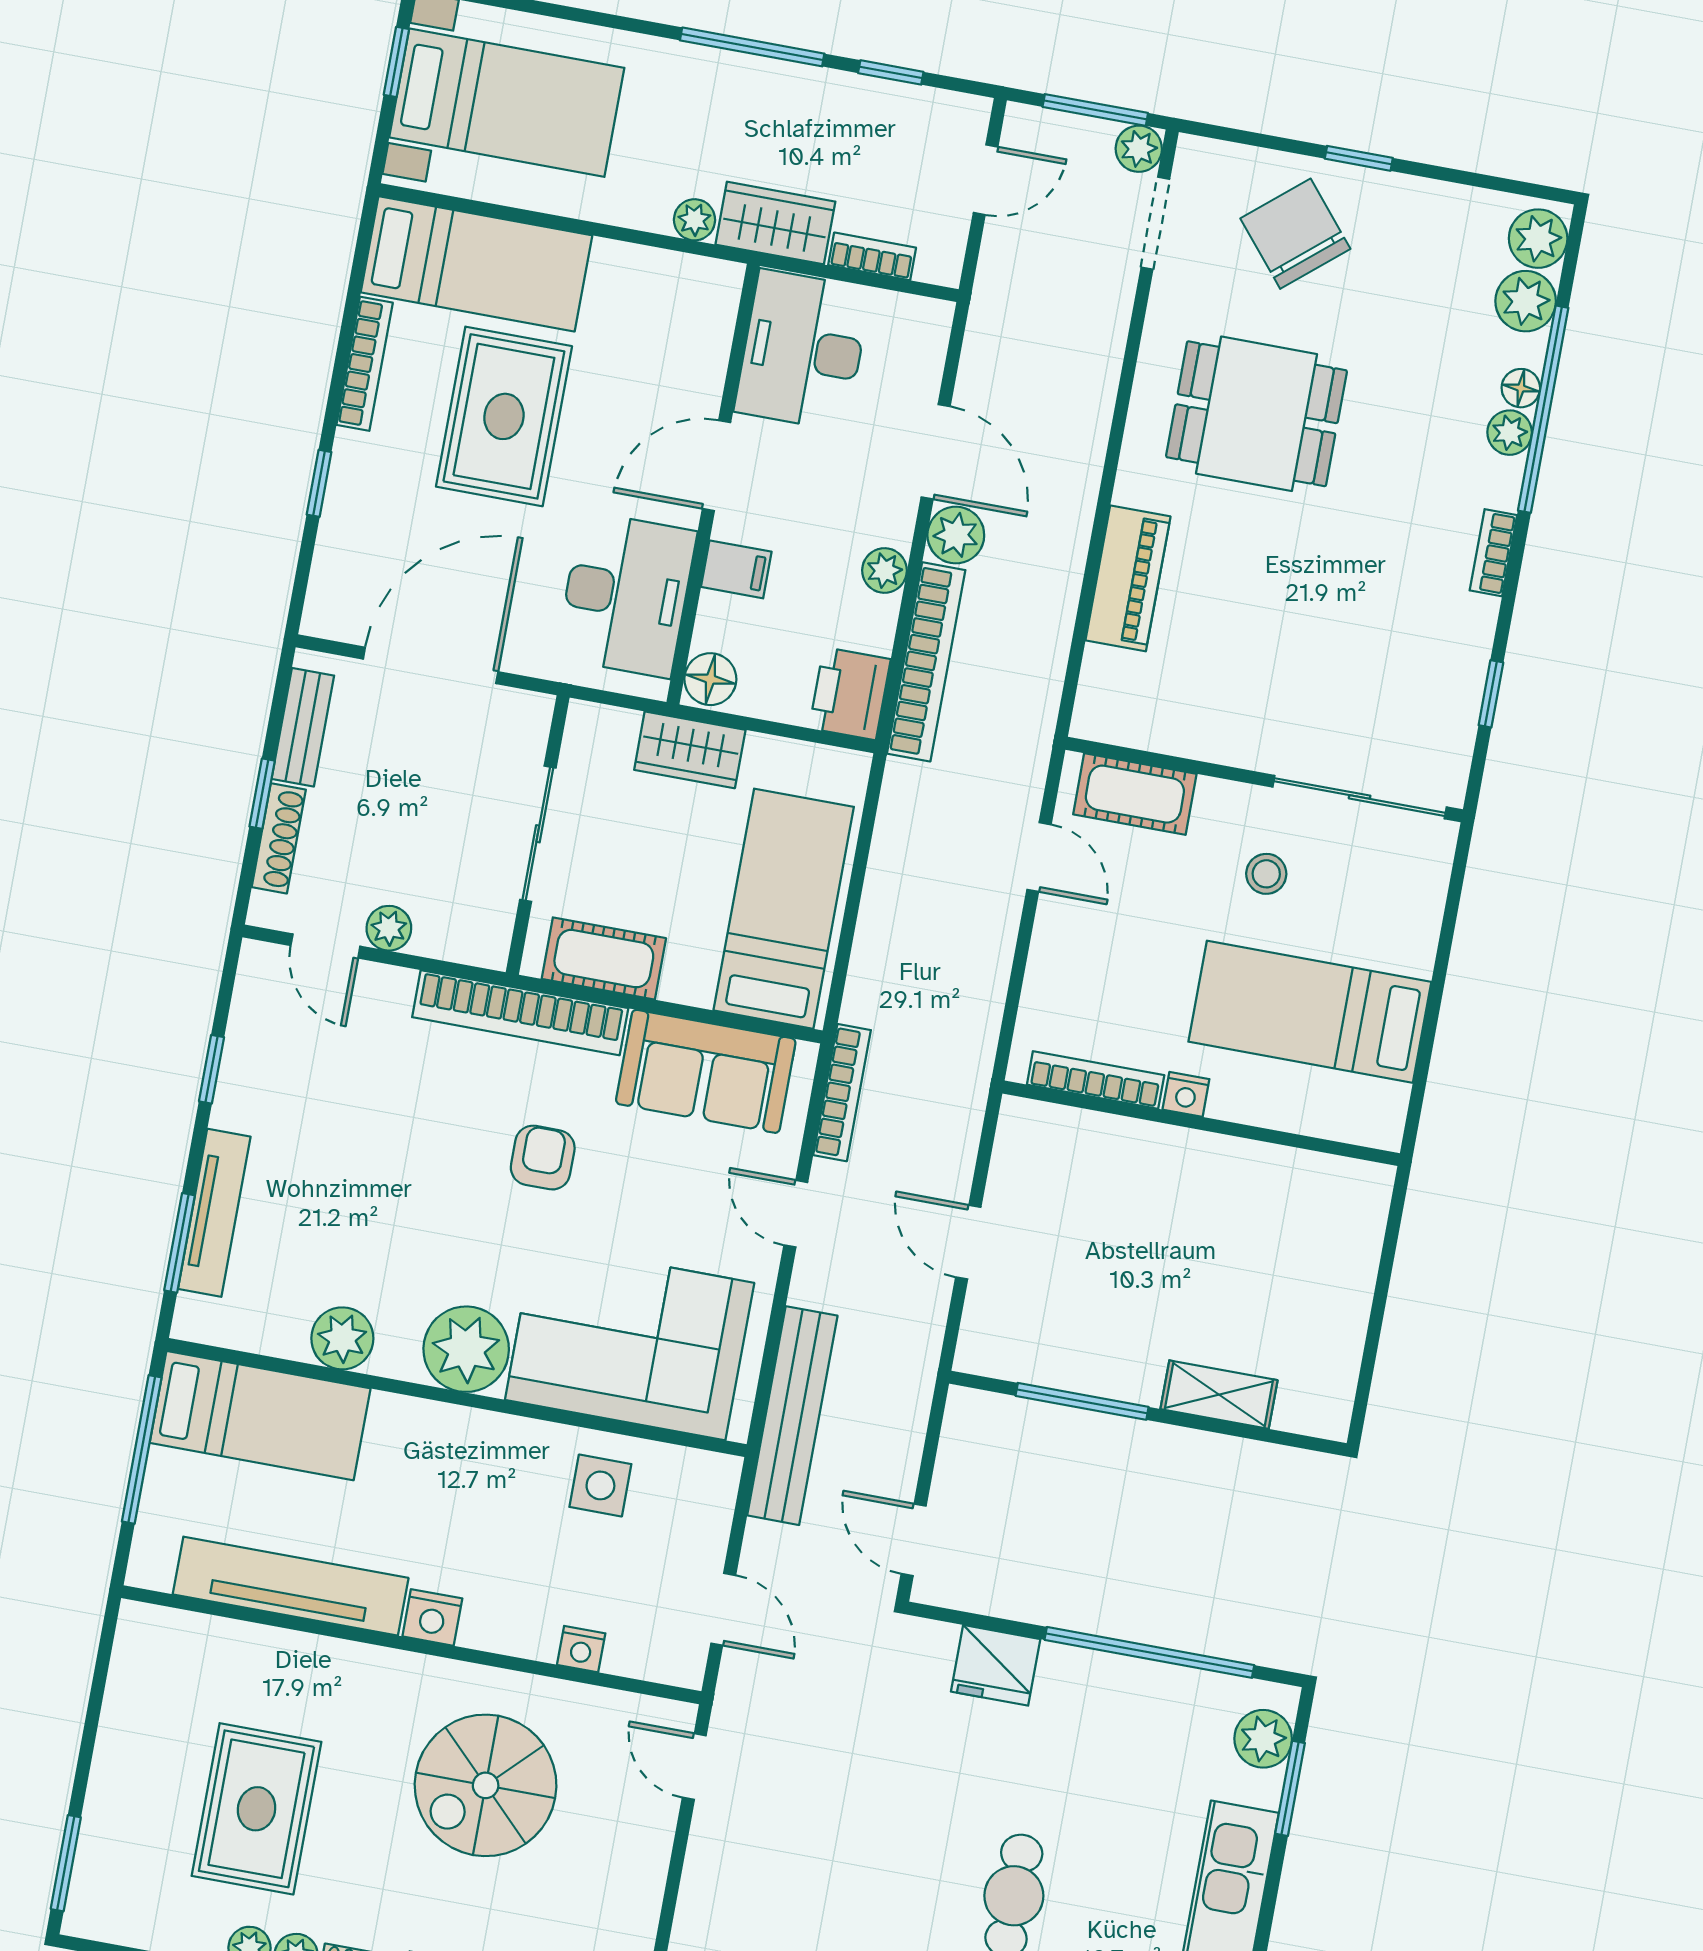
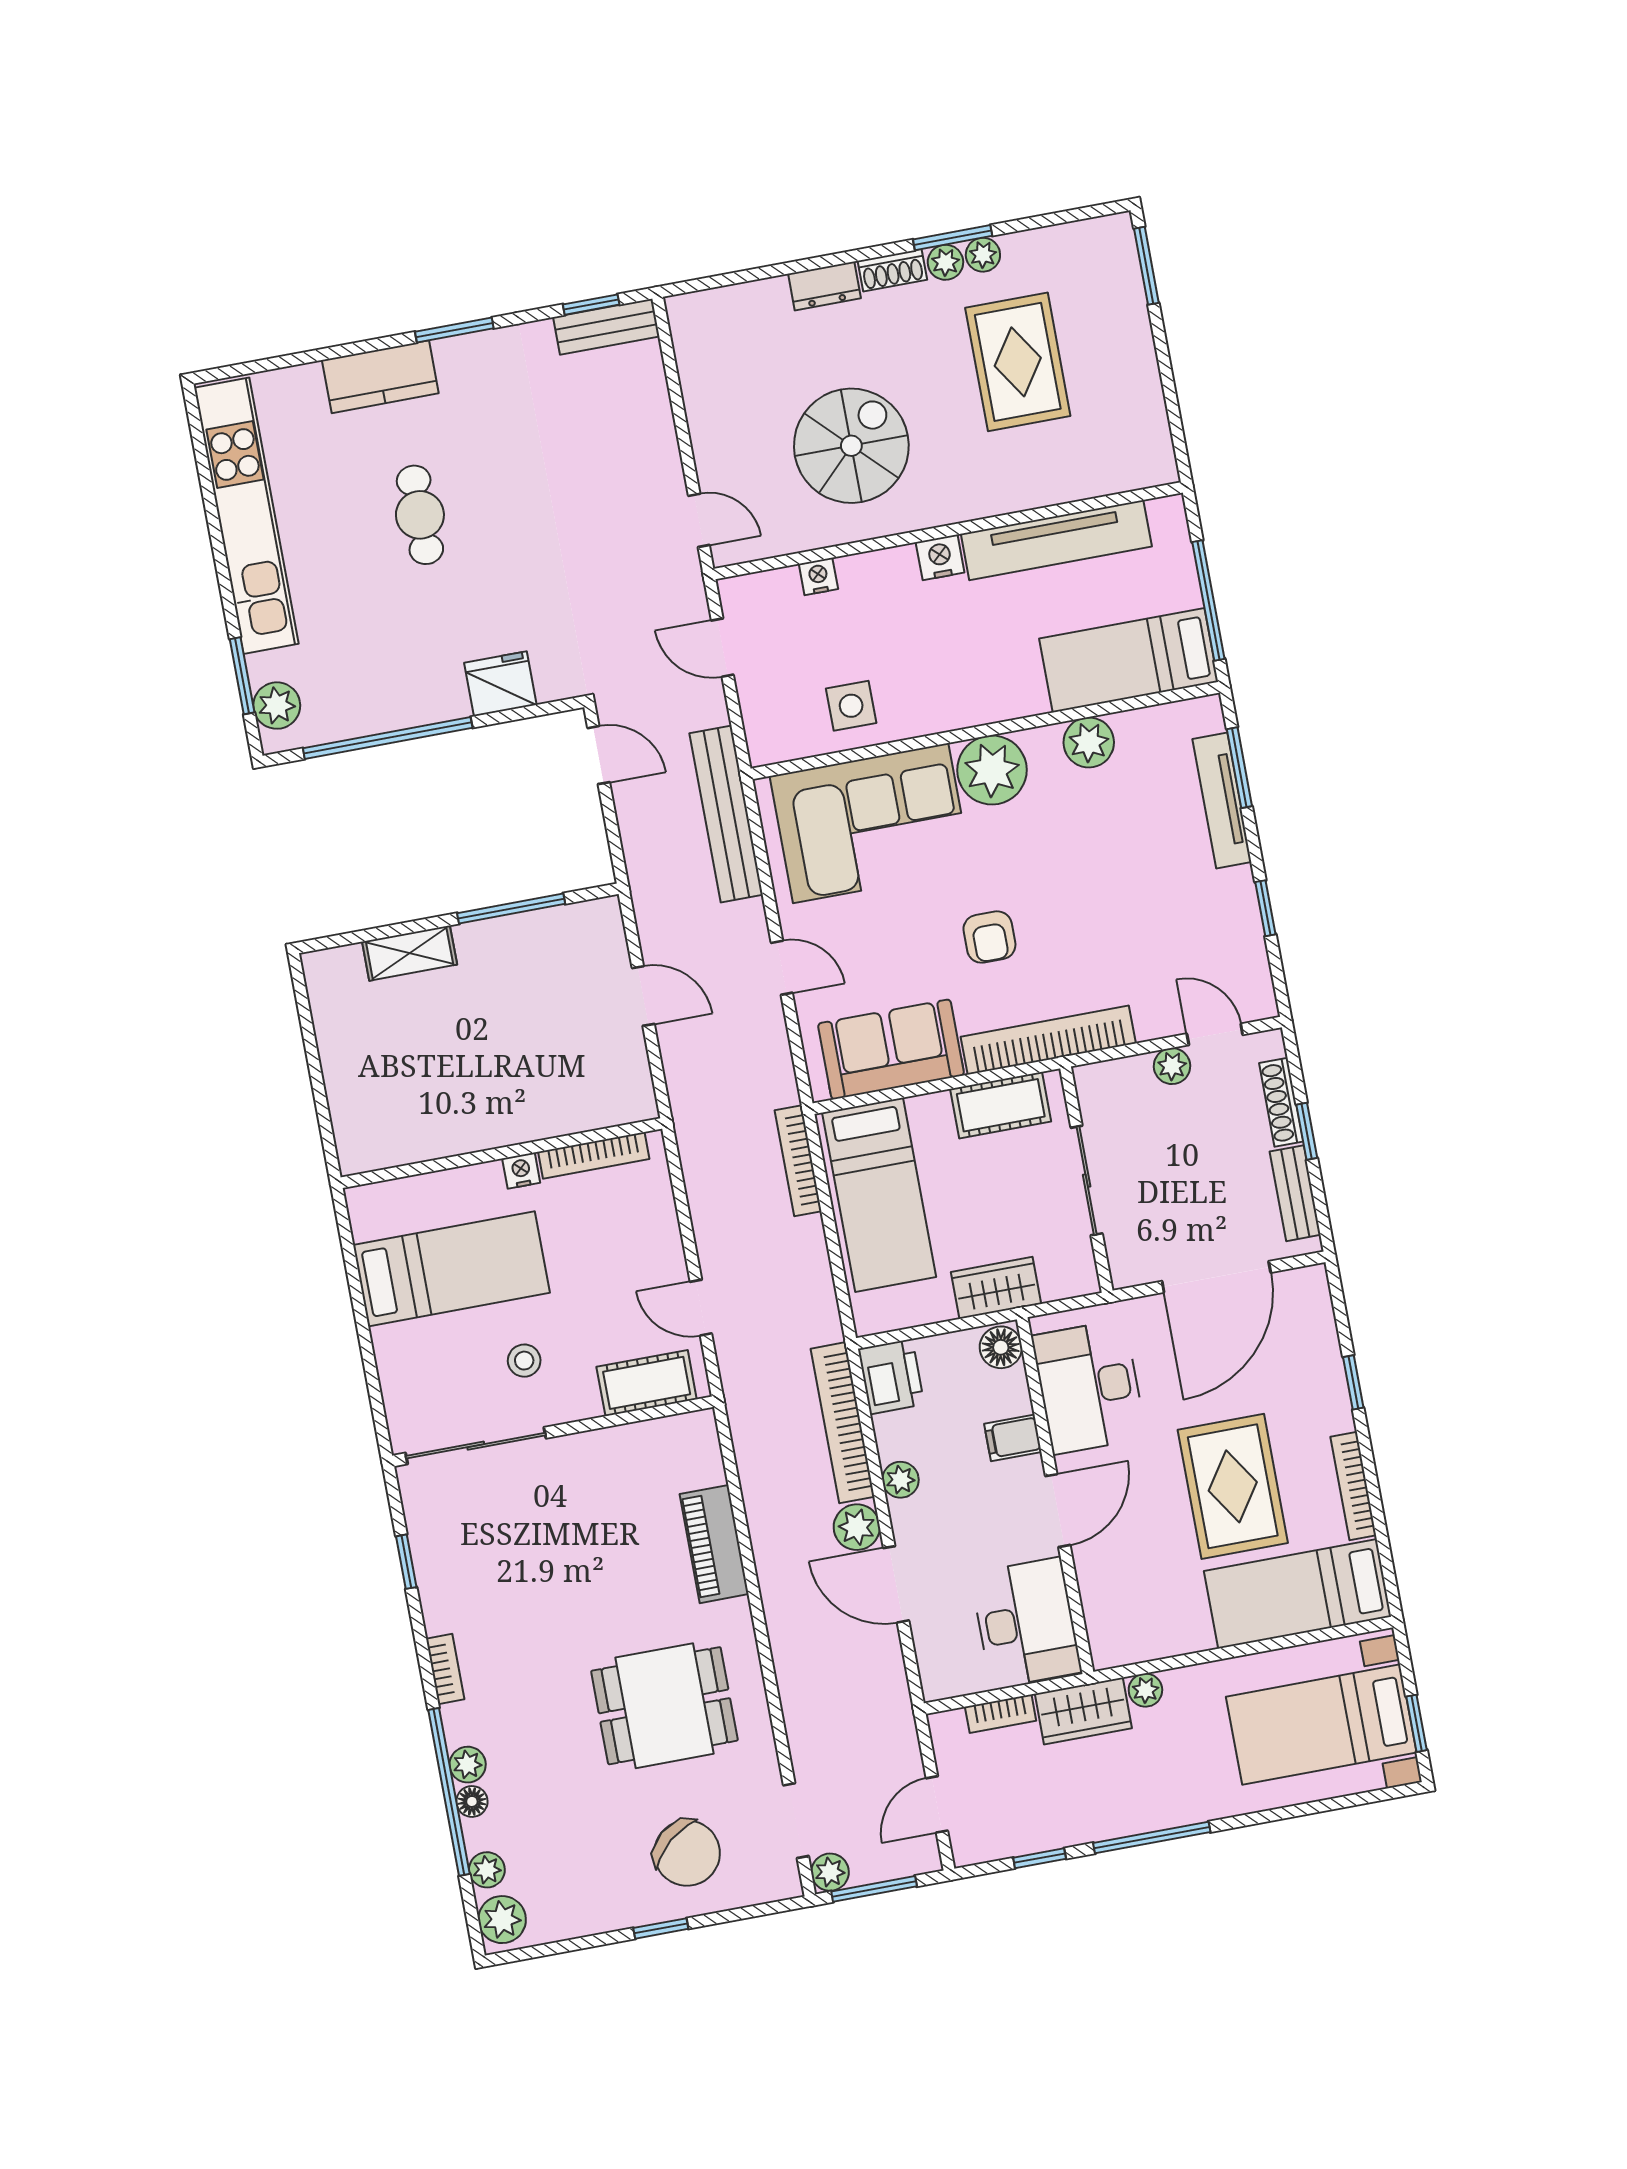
plant: (1526, 301) -> (487, 1870), width x0.73, depth x0.73
bookcase: (842, 1093) -> (798, 1161), moved

